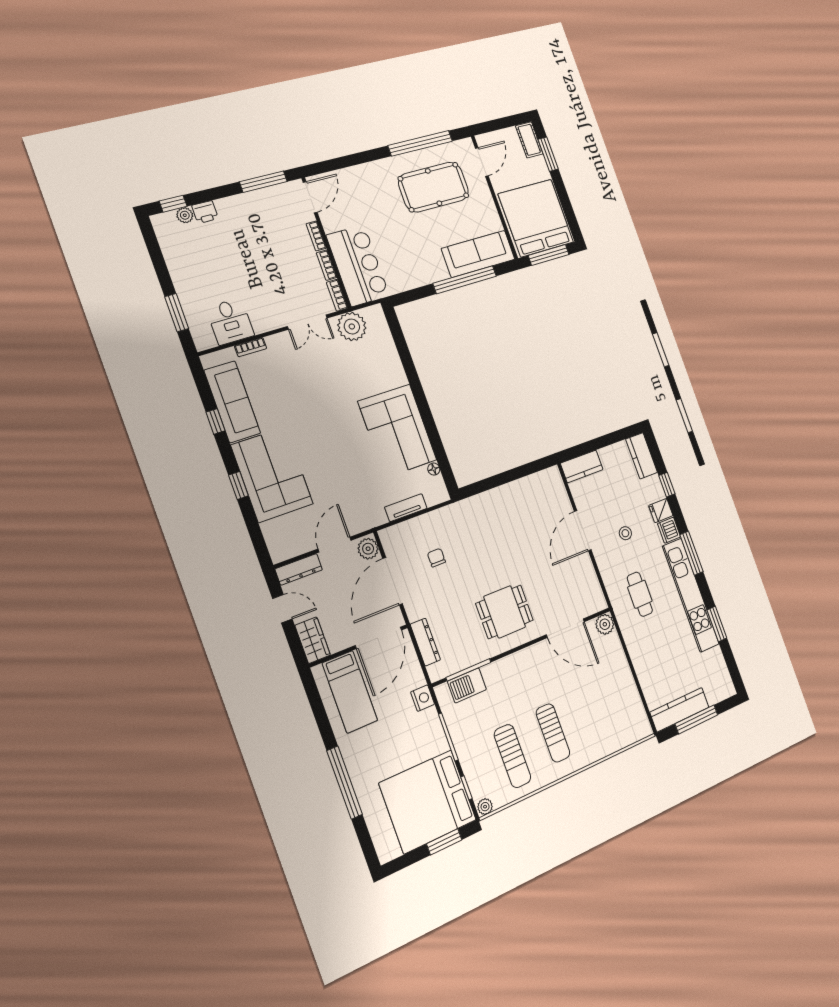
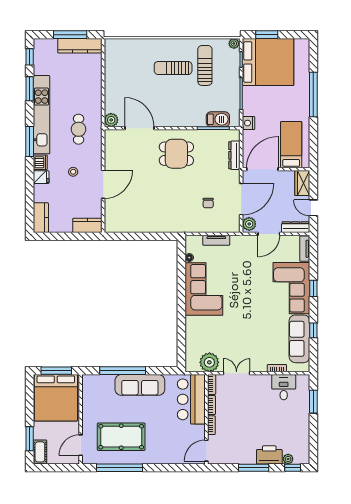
window: (263, 182) -> (254, 468), moved
printer: (205, 212) -> (269, 455), width x1.87, depth x1.48
sofa: (478, 254) -> (140, 385), moved
window: (667, 485) -> (30, 57), moved
tv unit: (273, 542) -> (305, 249), added
sun lounger: (553, 733) -> (173, 68), turned -90

